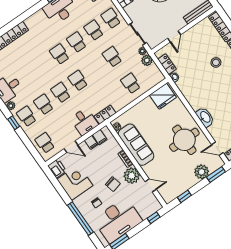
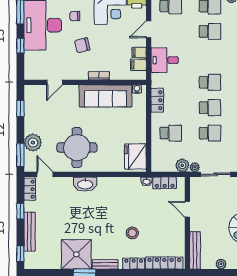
school desk: (61, 93) -> (210, 108), moved
locker: (105, 115) -> (157, 100), moved
door: (217, 149) -> (45, 174), hinge flipped
plant: (132, 176) -> (78, 70), removed
window: (154, 218) -> (20, 46), moved

